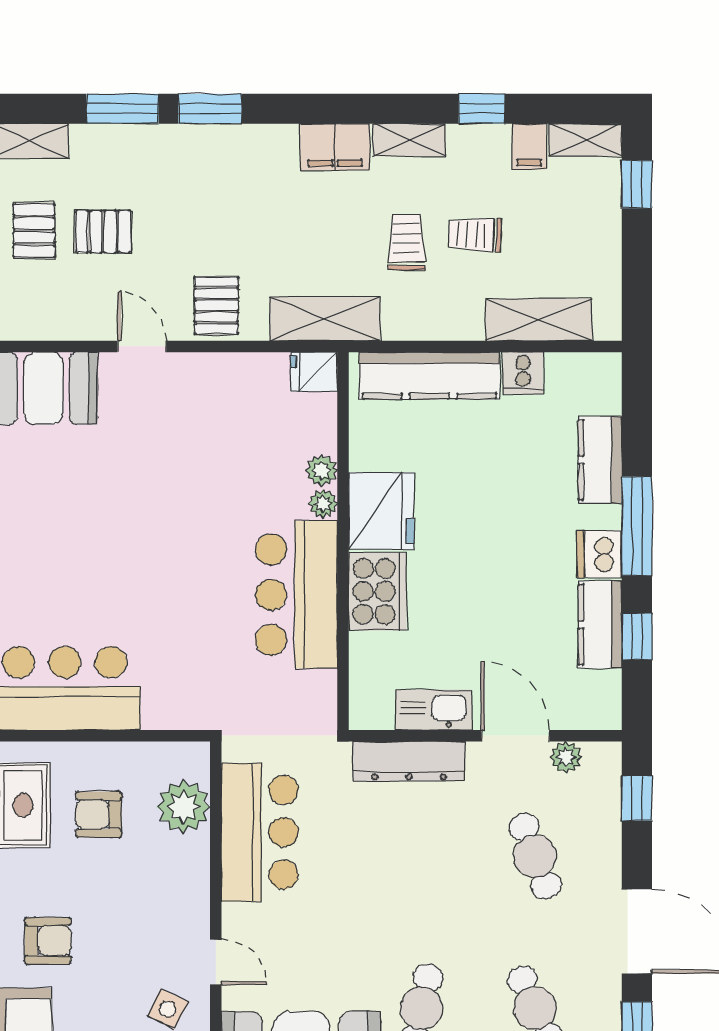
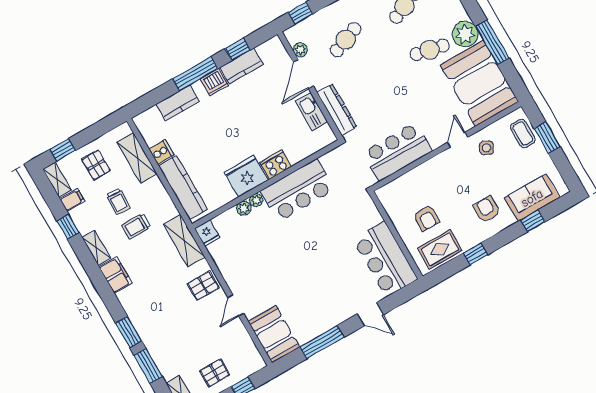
pallet: (103, 232) -> (96, 165), moved
cooker: (378, 591) -> (276, 165), width x0.73, depth x0.76
plant: (183, 807) -> (405, 187), removed

